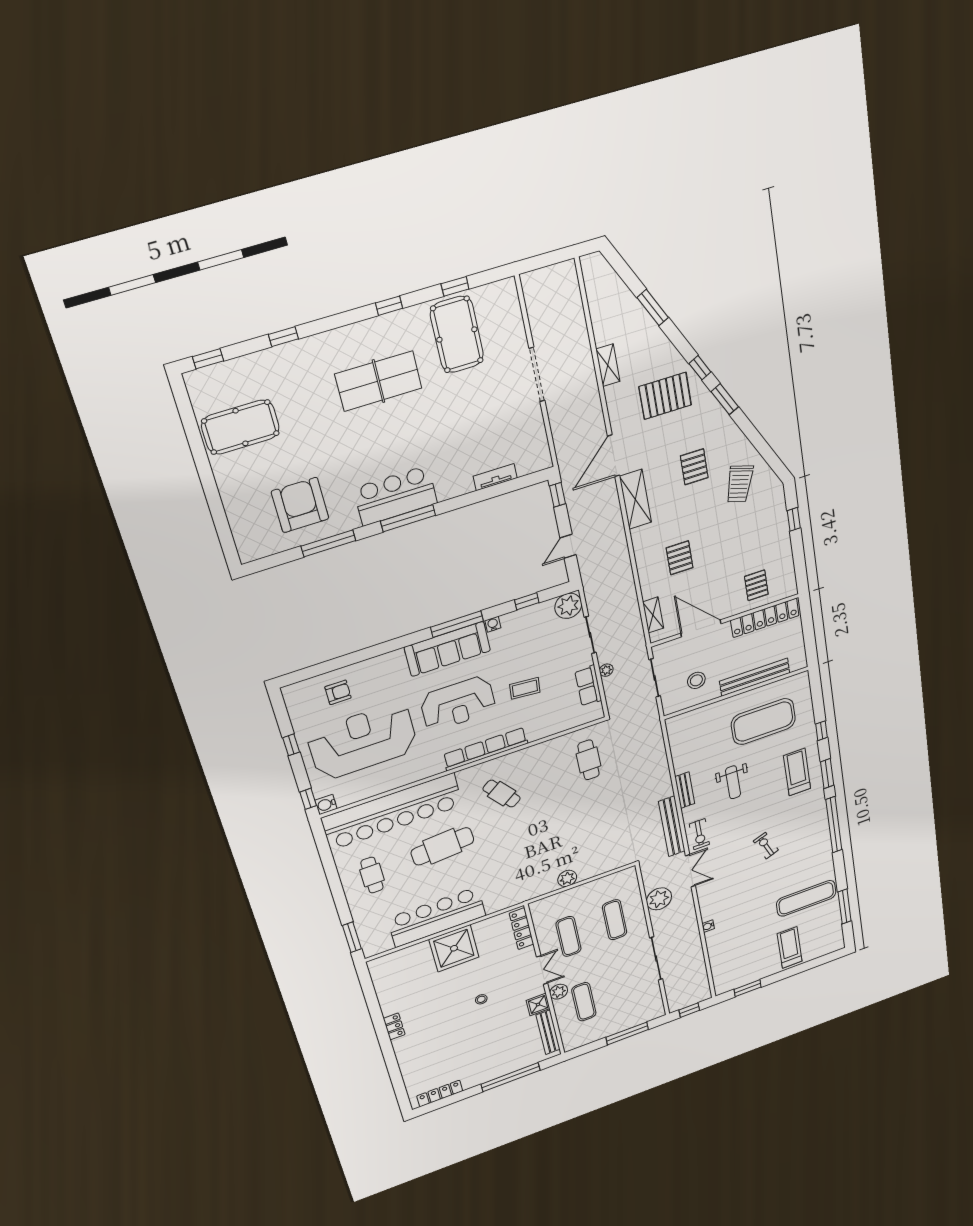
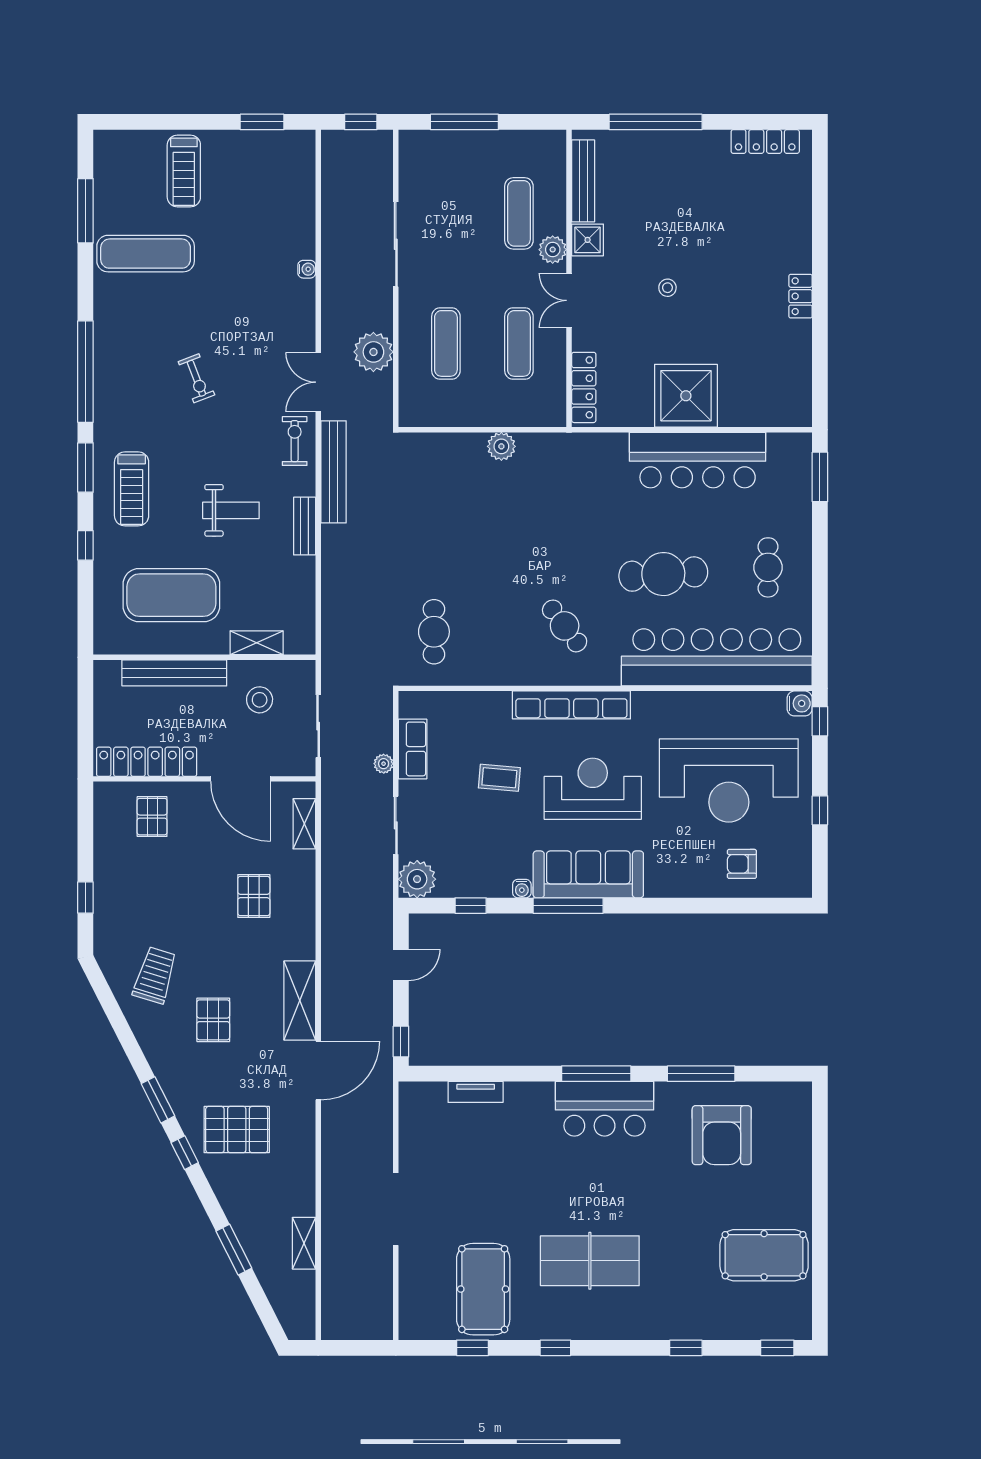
shelving: (608, 365) -> (304, 1243), moved
shelving: (704, 713) -> (257, 643), added
weight bench: (733, 782) -> (231, 510), turned 90

